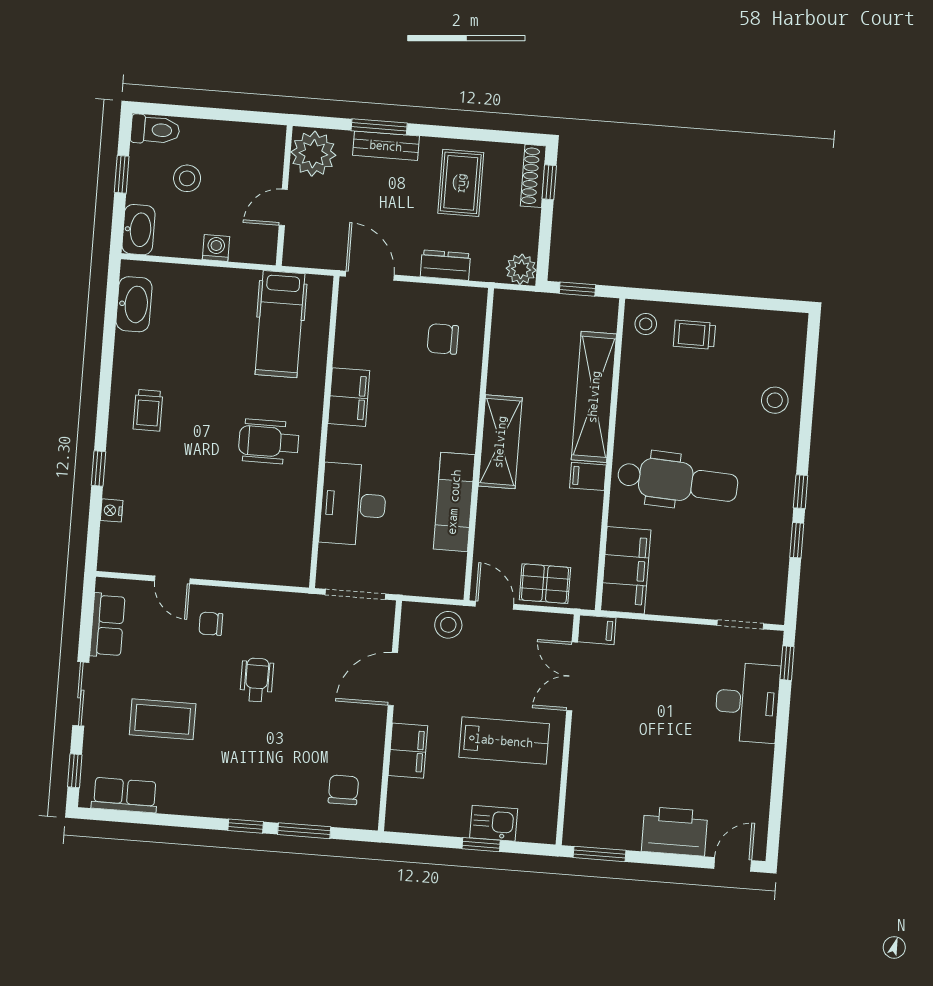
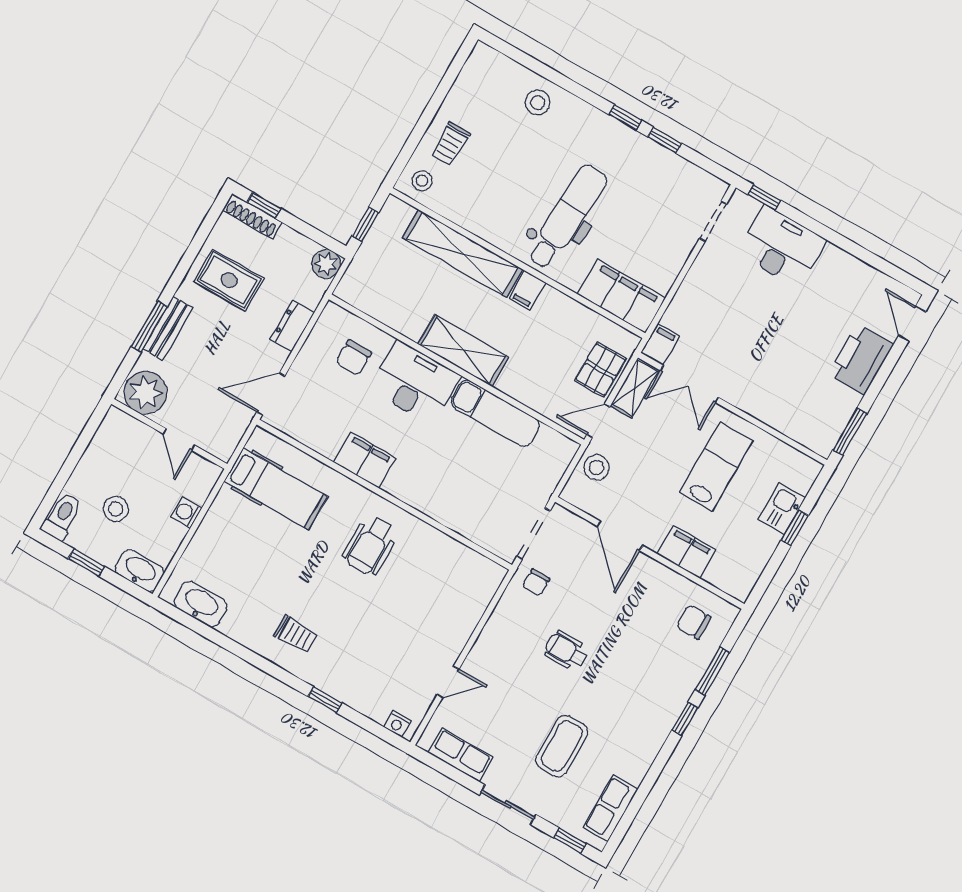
desk: (353, 504) -> (415, 383), moved, turned 180
nightstand: (112, 510) -> (397, 724), moved
chair: (211, 624) -> (536, 582), moved
shelving: (543, 625) -> (635, 388), added

